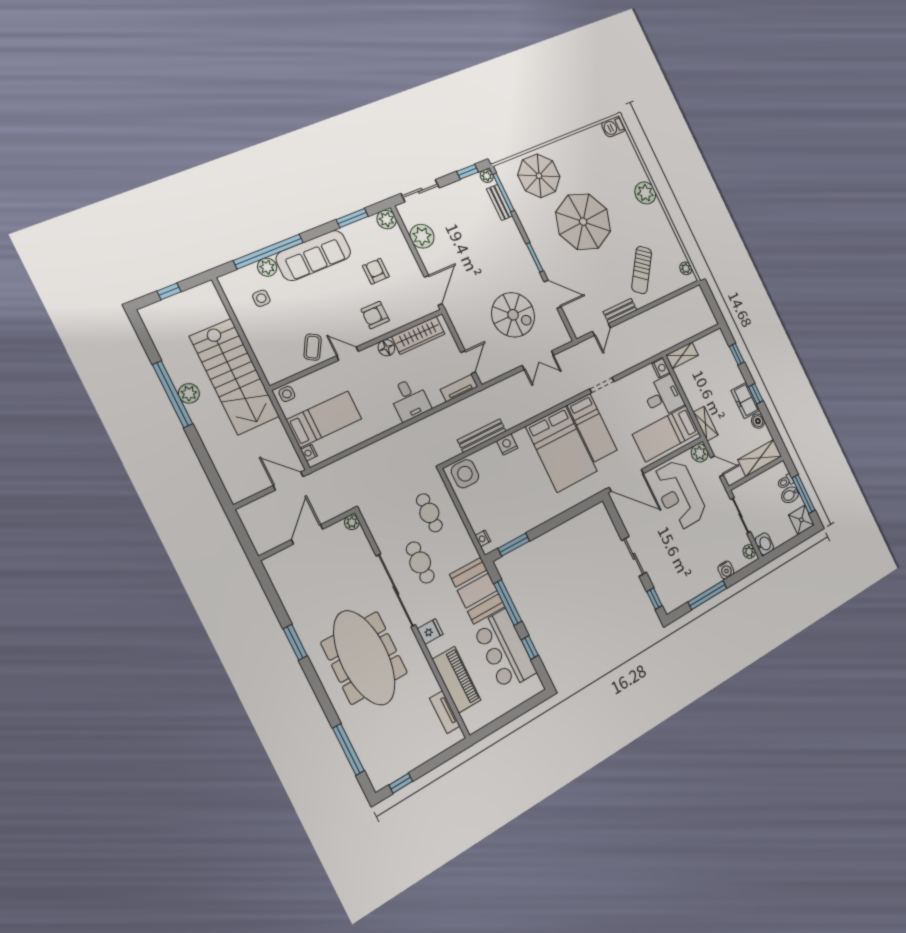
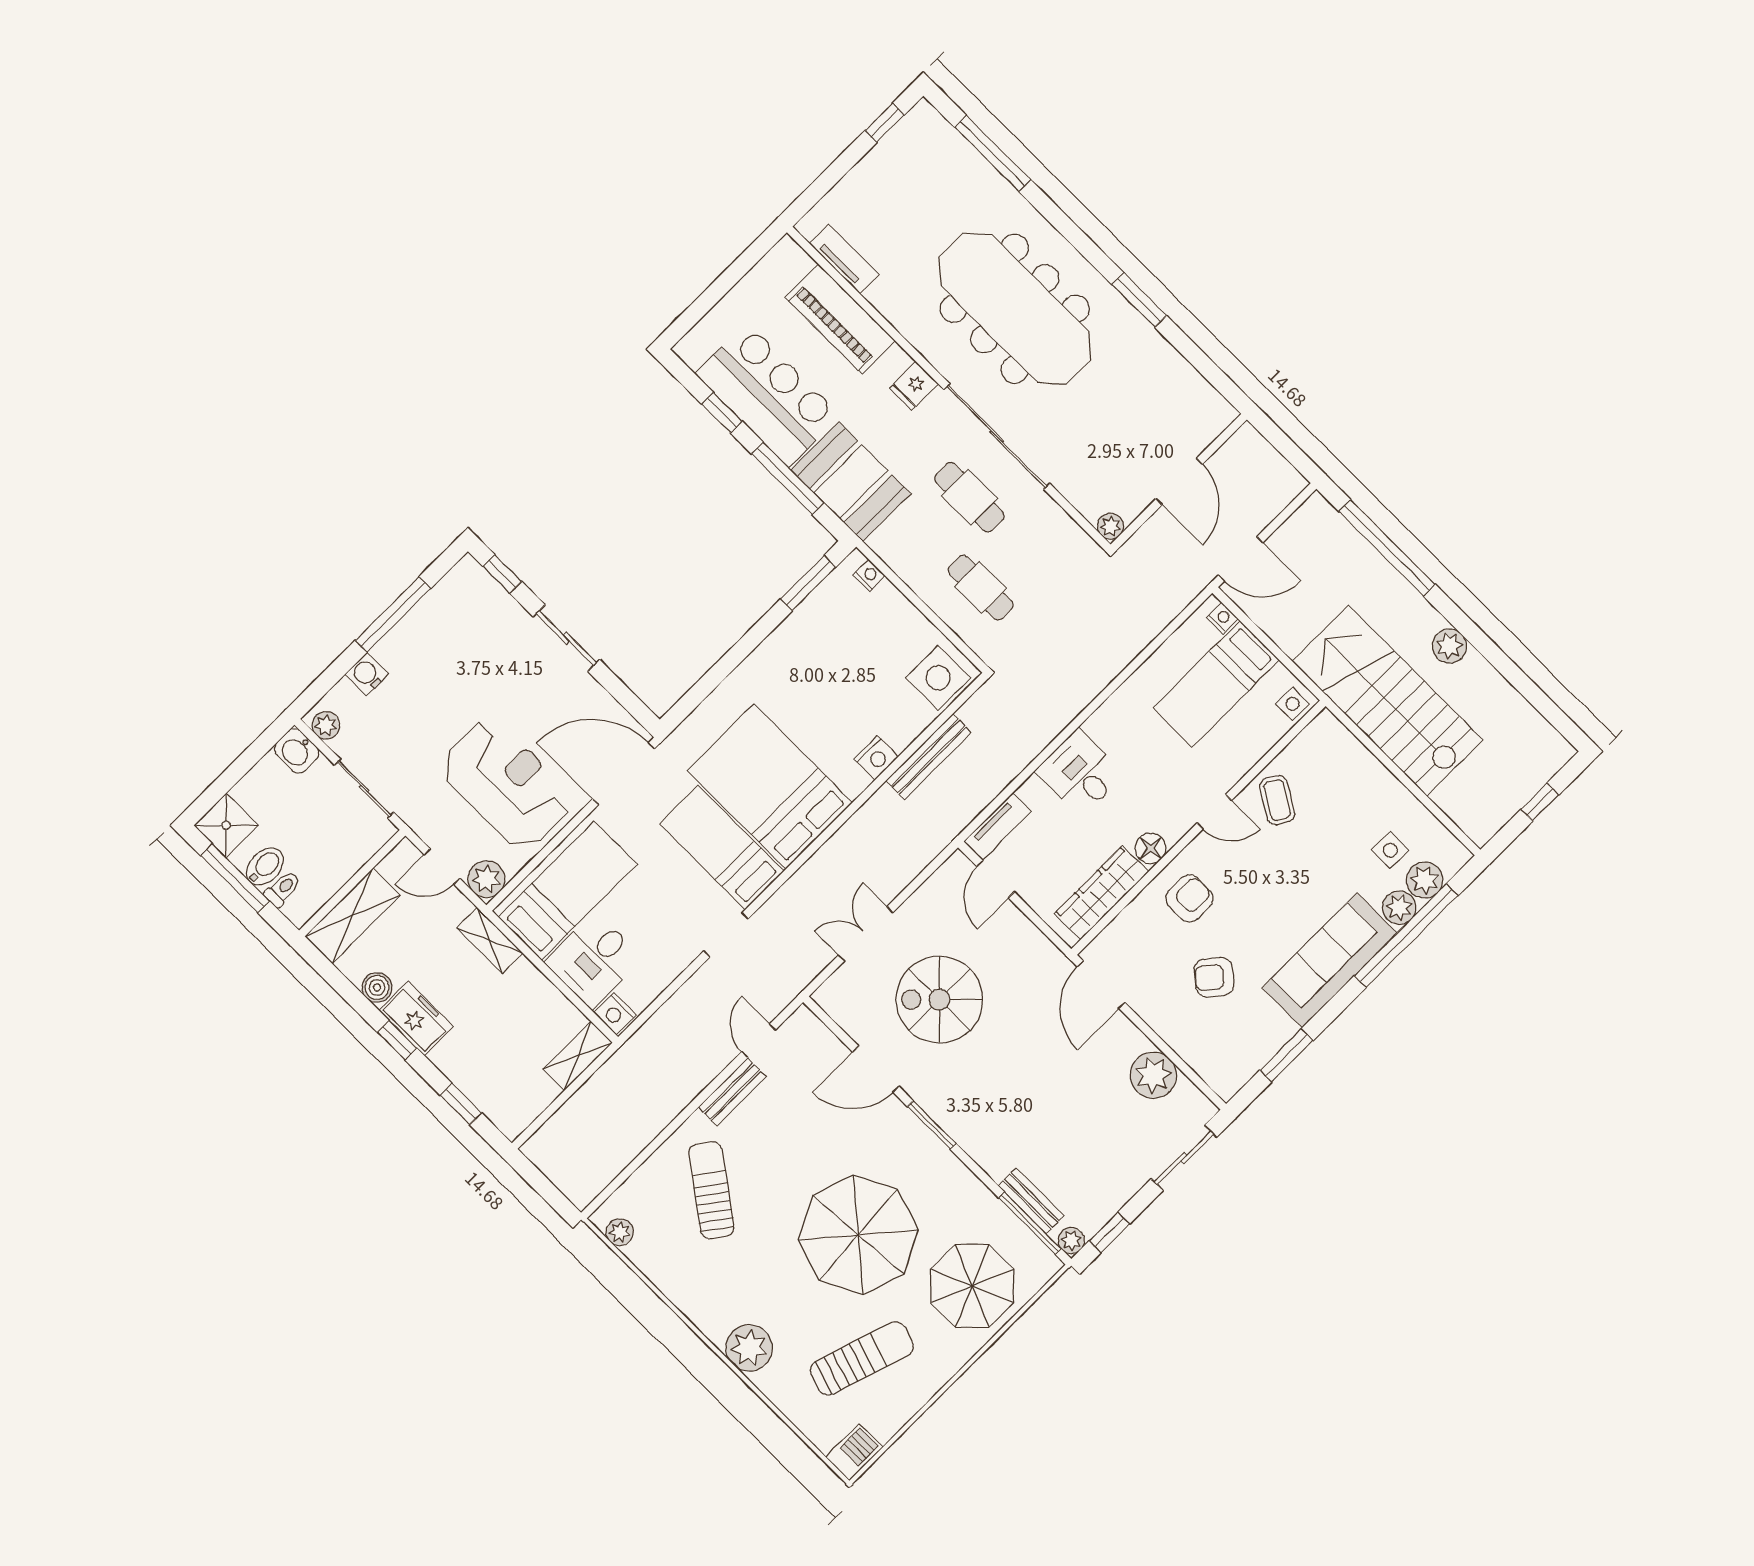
sun lounger: (598, 166) -> (862, 1358), added
plant: (387, 219) -> (1425, 880), moved
armchair: (376, 271) -> (1214, 977), turned 129
window: (172, 394) -> (1387, 548), moved

